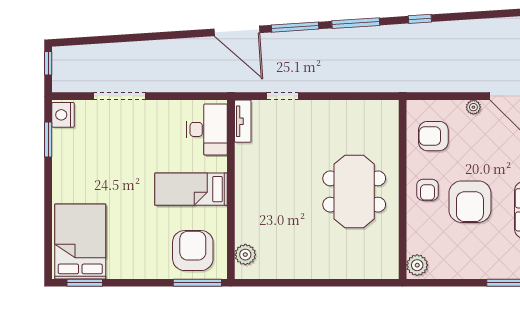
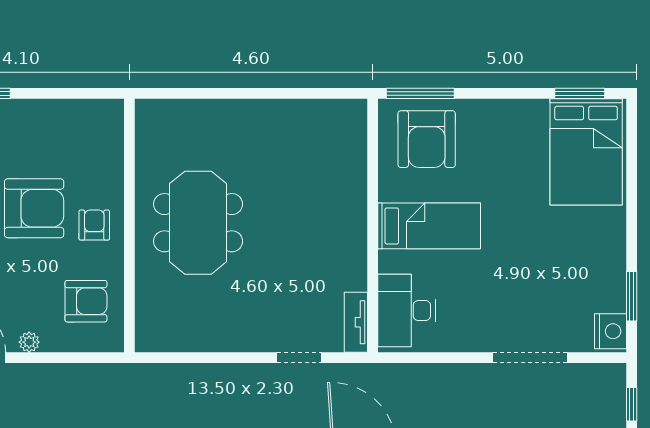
armchair: (470, 202) -> (34, 208), turned 90
plant: (245, 255) -> (352, 133), removed
plant: (417, 265) -> (109, 118), removed

